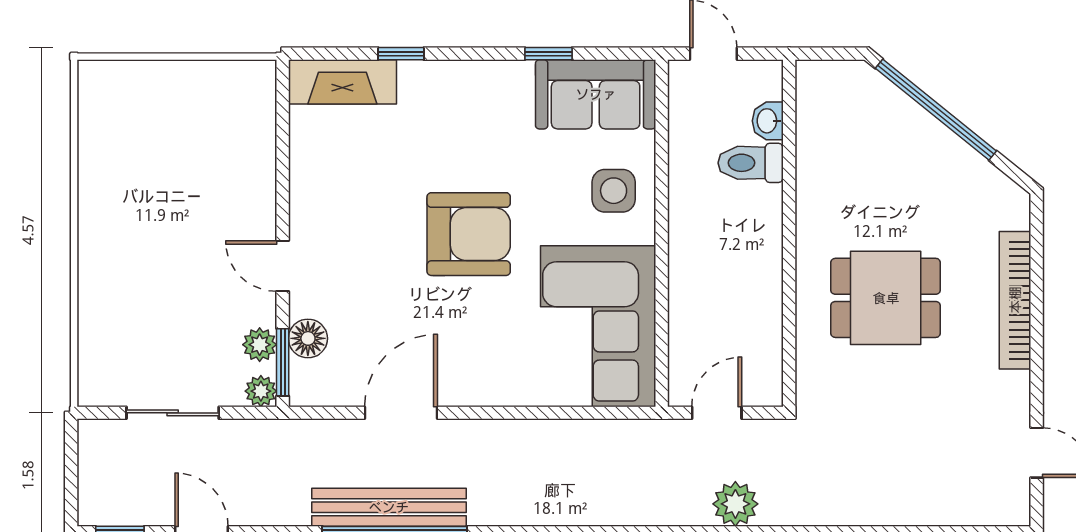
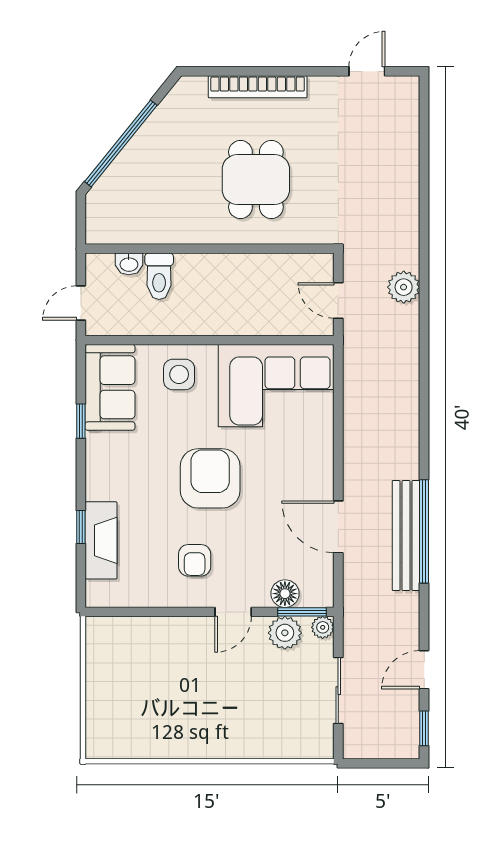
fireplace: (342, 82) -> (101, 540), moved
armchair: (354, 212) -> (195, 560), added
plant: (260, 345) -> (285, 633), width x1.38, depth x1.38

